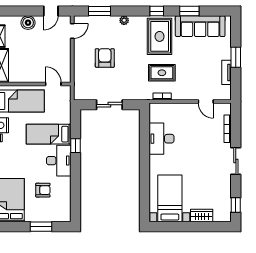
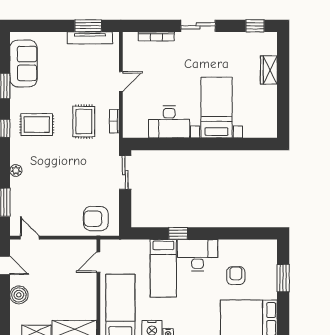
sofa: (200, 26) -> (24, 63), width x0.73
rug: (160, 36) -> (37, 125), width x0.73, depth x0.70
window: (236, 57) -> (88, 26), moved
armchair: (105, 58) -> (96, 219), moved
tv unit: (226, 72) -> (90, 38), width x1.41
door: (206, 101) -> (121, 82), moved
sliding door: (109, 105) -> (125, 173), moved
bed with nightstands: (170, 198) -> (217, 108), moved, turned 90

